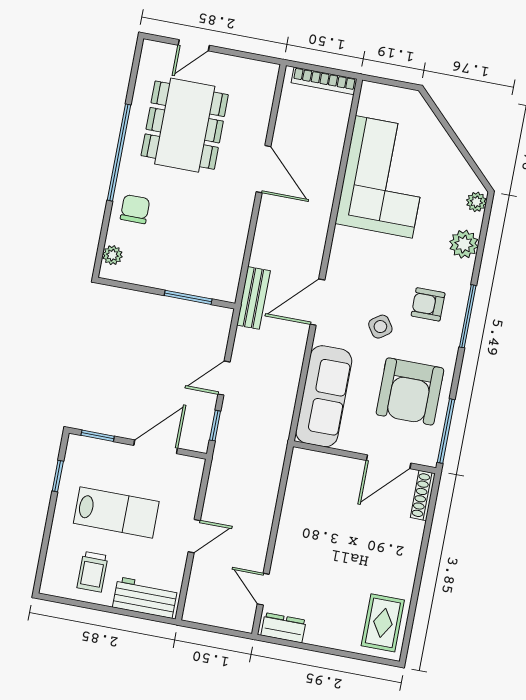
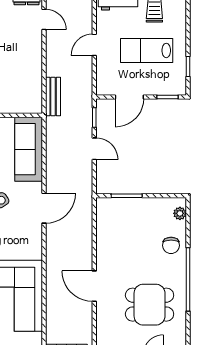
dining table: (185, 125) -> (150, 305), width x0.73
bench: (253, 298) -> (53, 97), moved
door: (224, 378) -> (94, 149), hinge flipped

